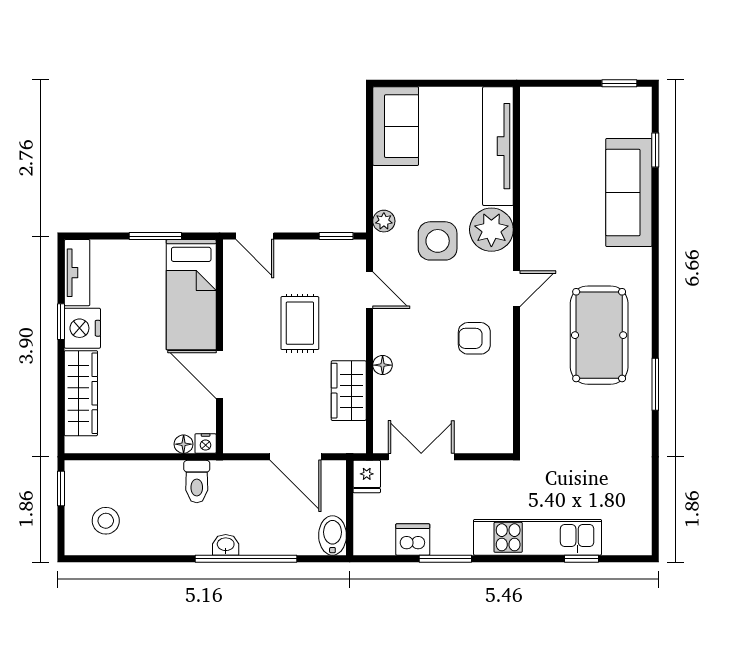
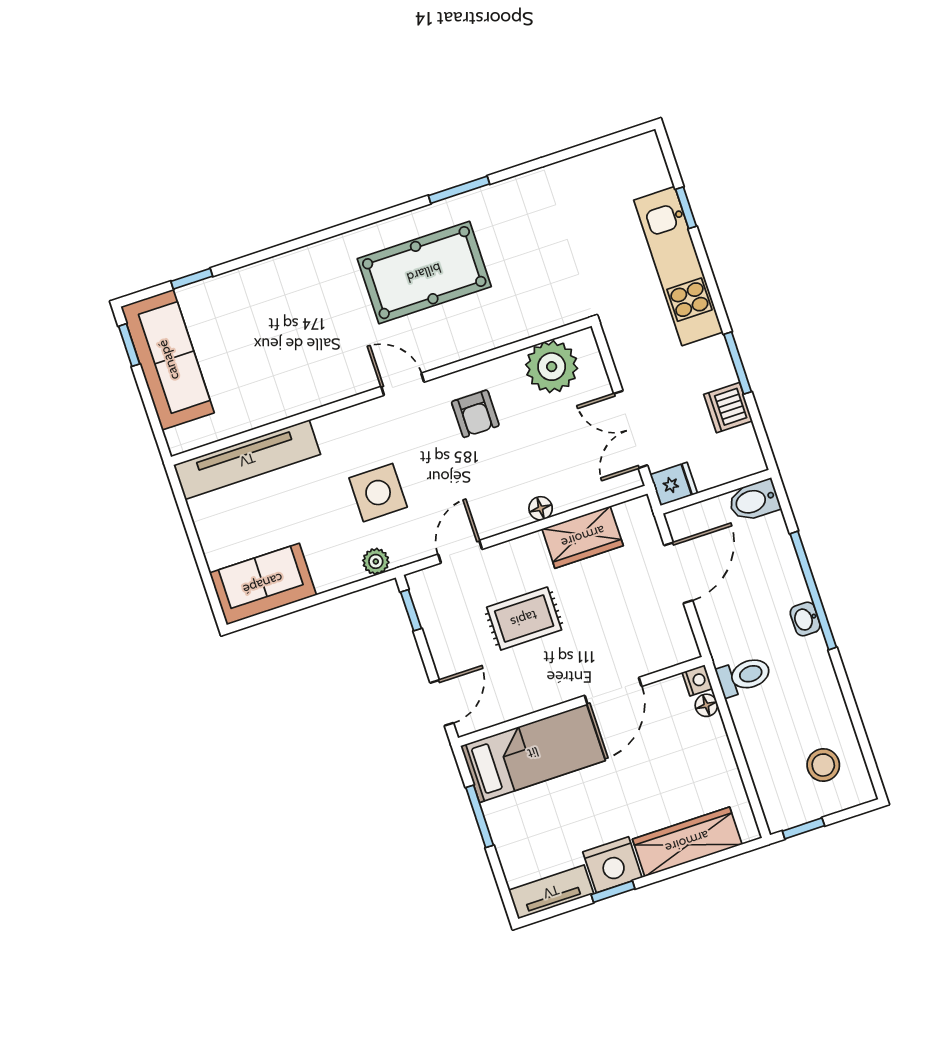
sofa: (629, 193) -> (168, 360), moved, turned -90
plant: (491, 230) -> (552, 367), moved

